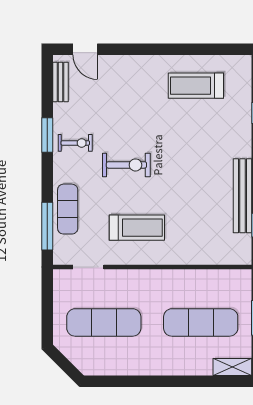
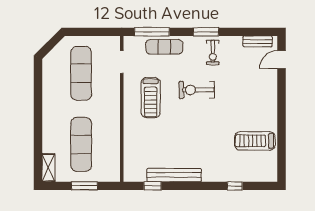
treadmill: (196, 86) -> (255, 141), turned -90
window: (47, 135) -> (206, 32), moved
exercise bike: (126, 165) -> (197, 90), turned 90

